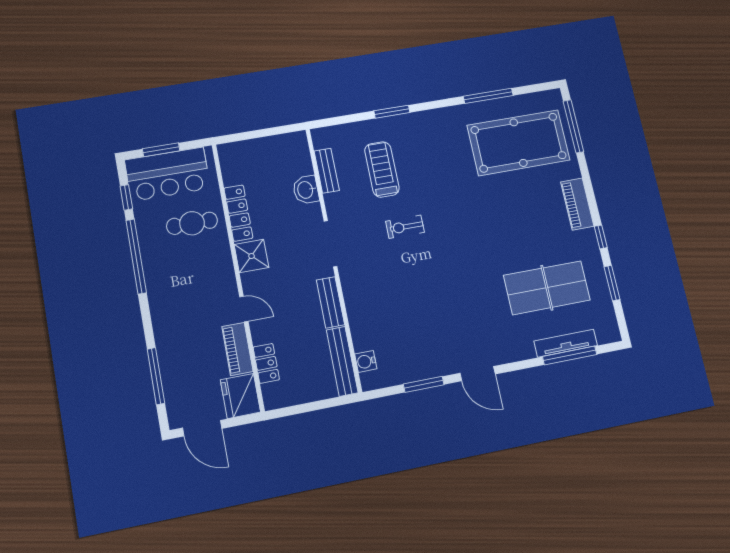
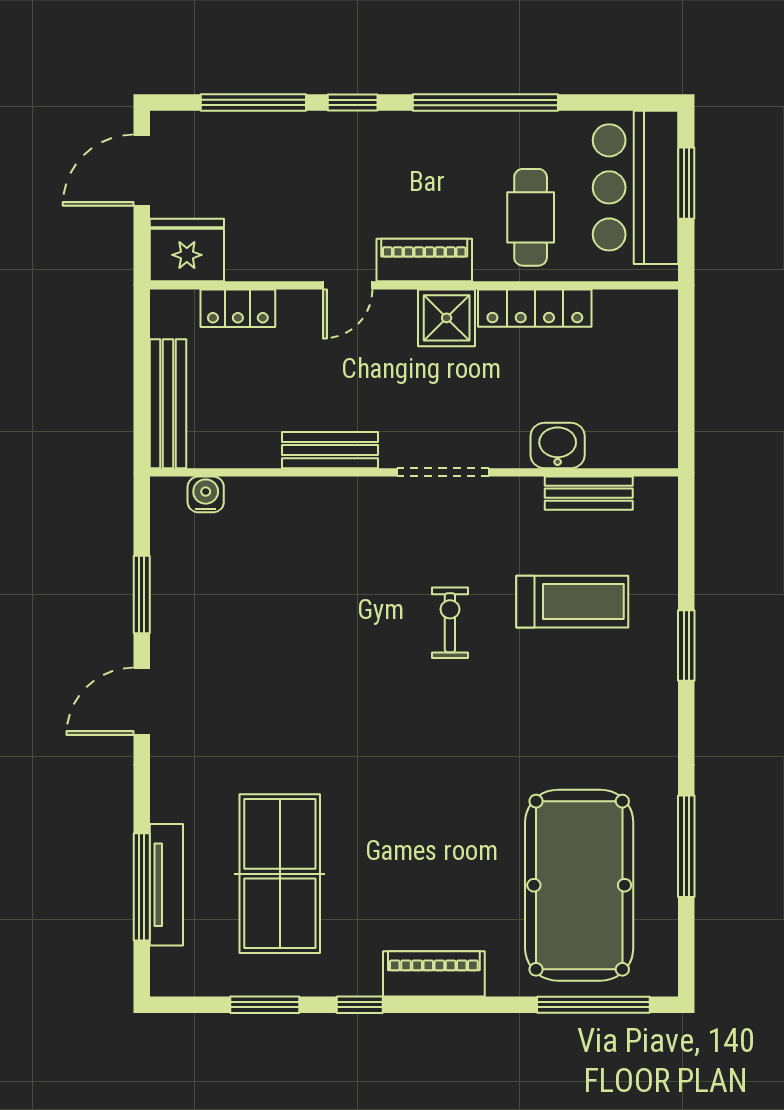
window: (126, 197) -> (353, 103), moved
piano: (237, 349) -> (424, 260), moved
bench: (342, 361) -> (168, 404), moved, turned 90

